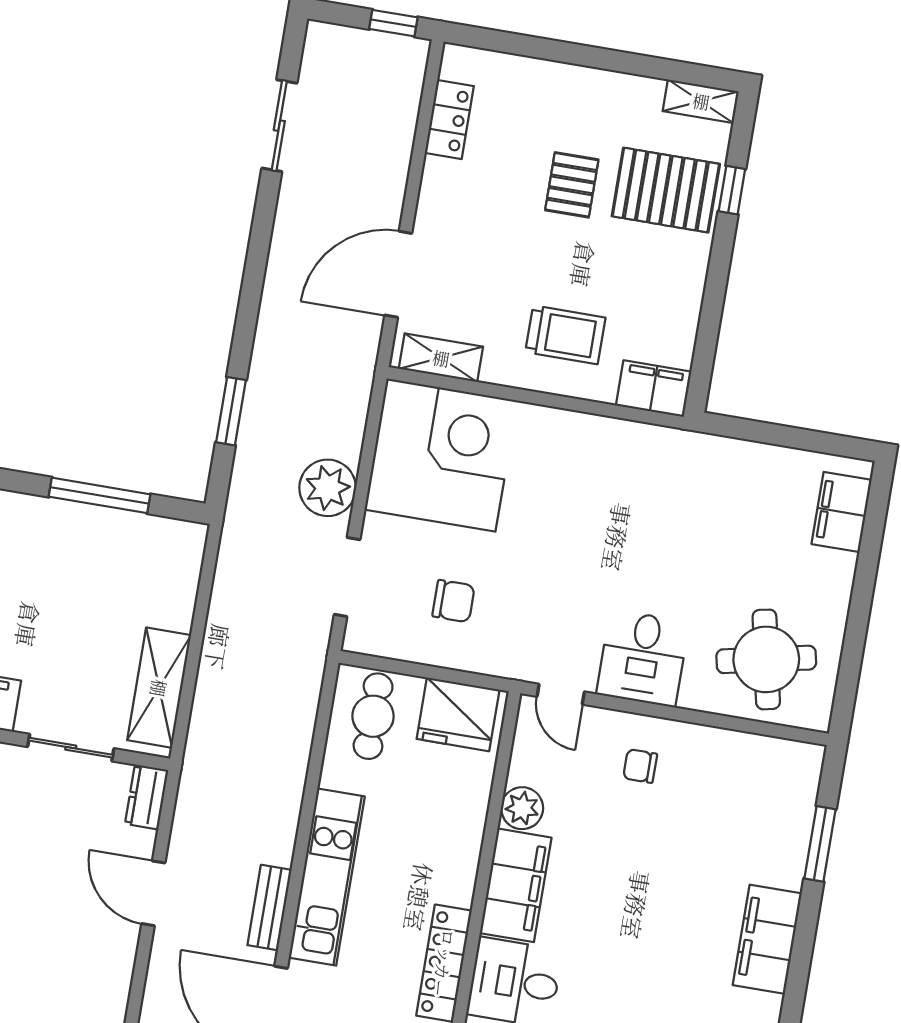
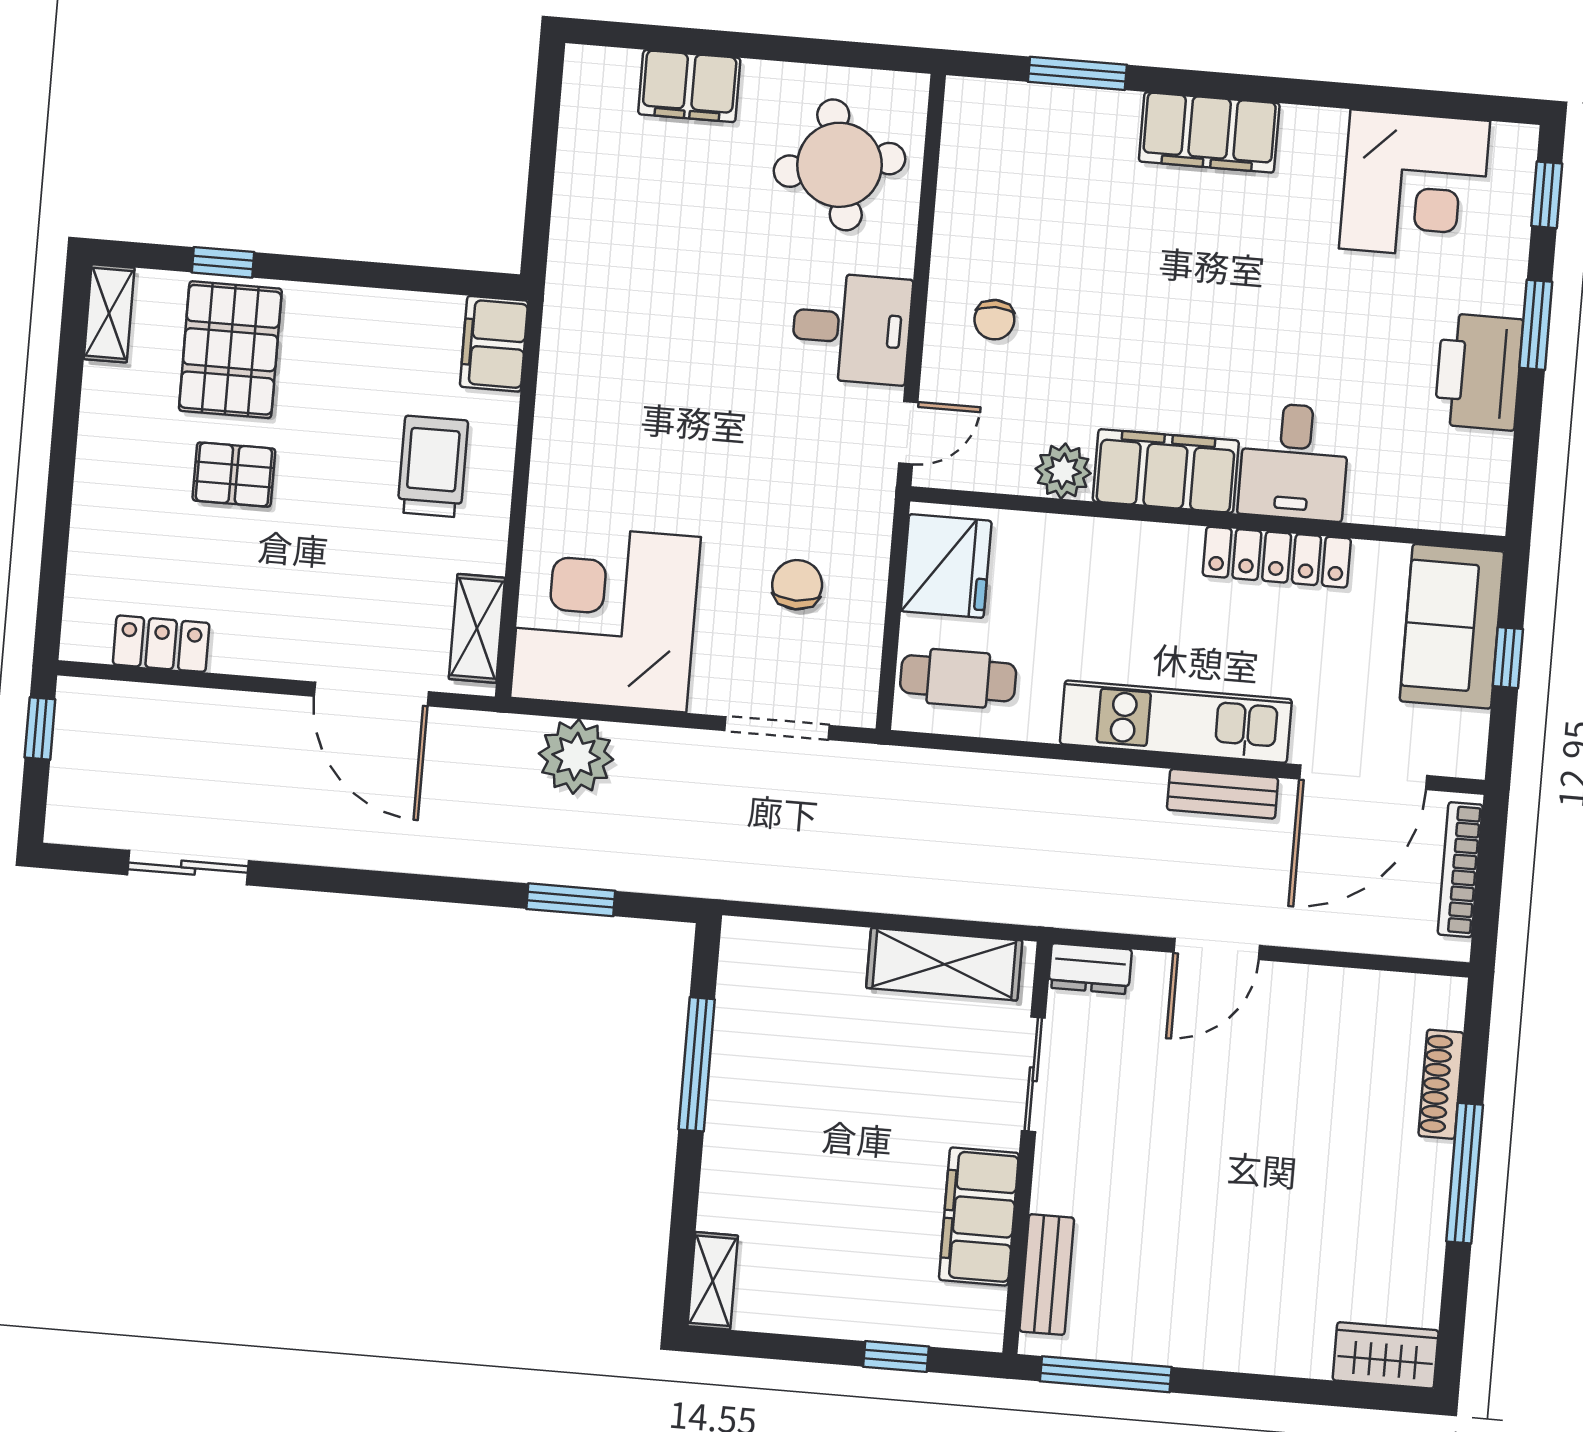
plant: (328, 488) -> (576, 756), moved
filing cabinet: (842, 512) -> (689, 86), moved

